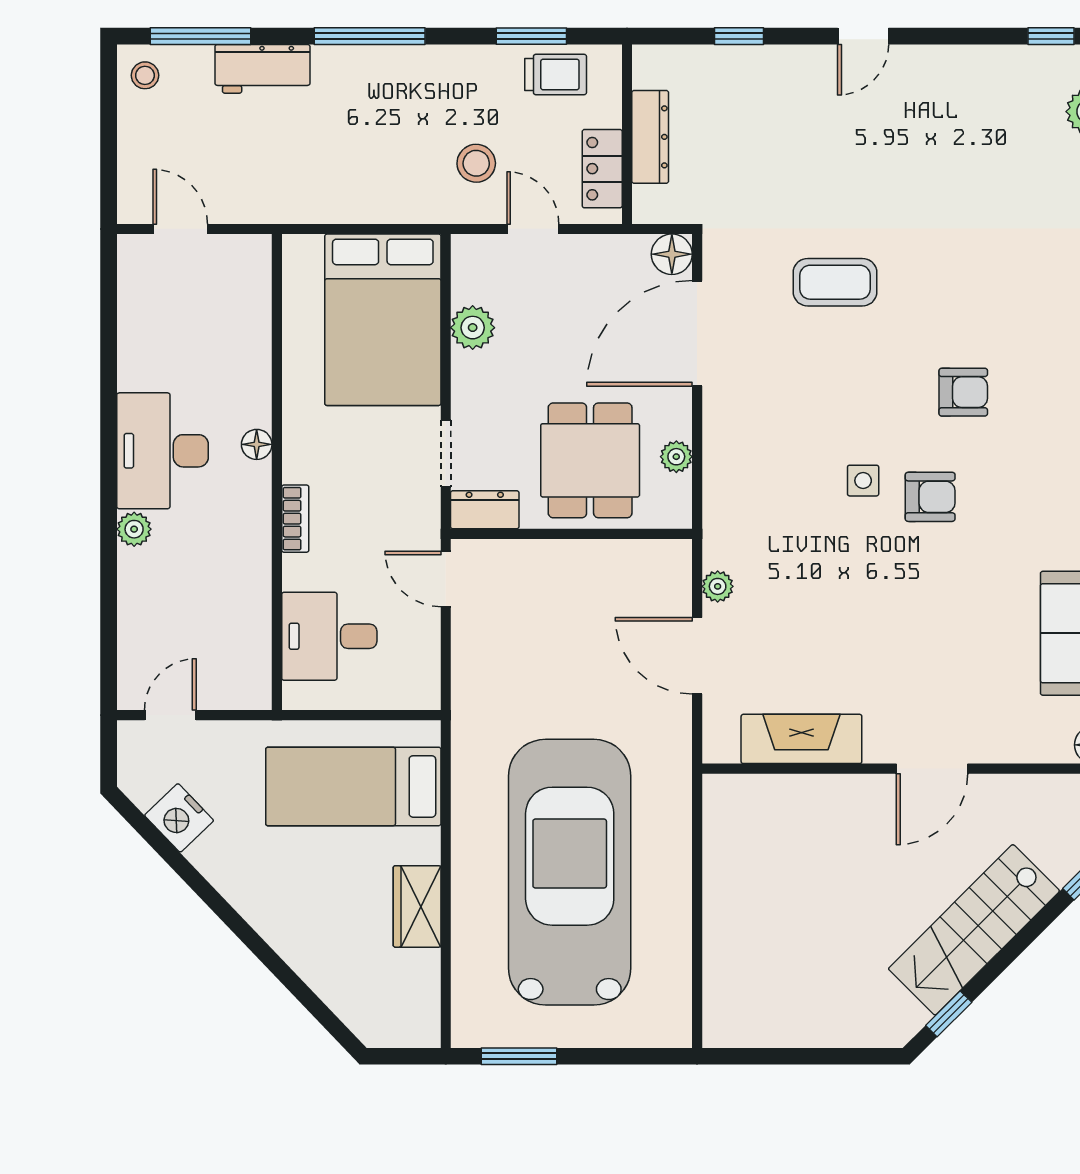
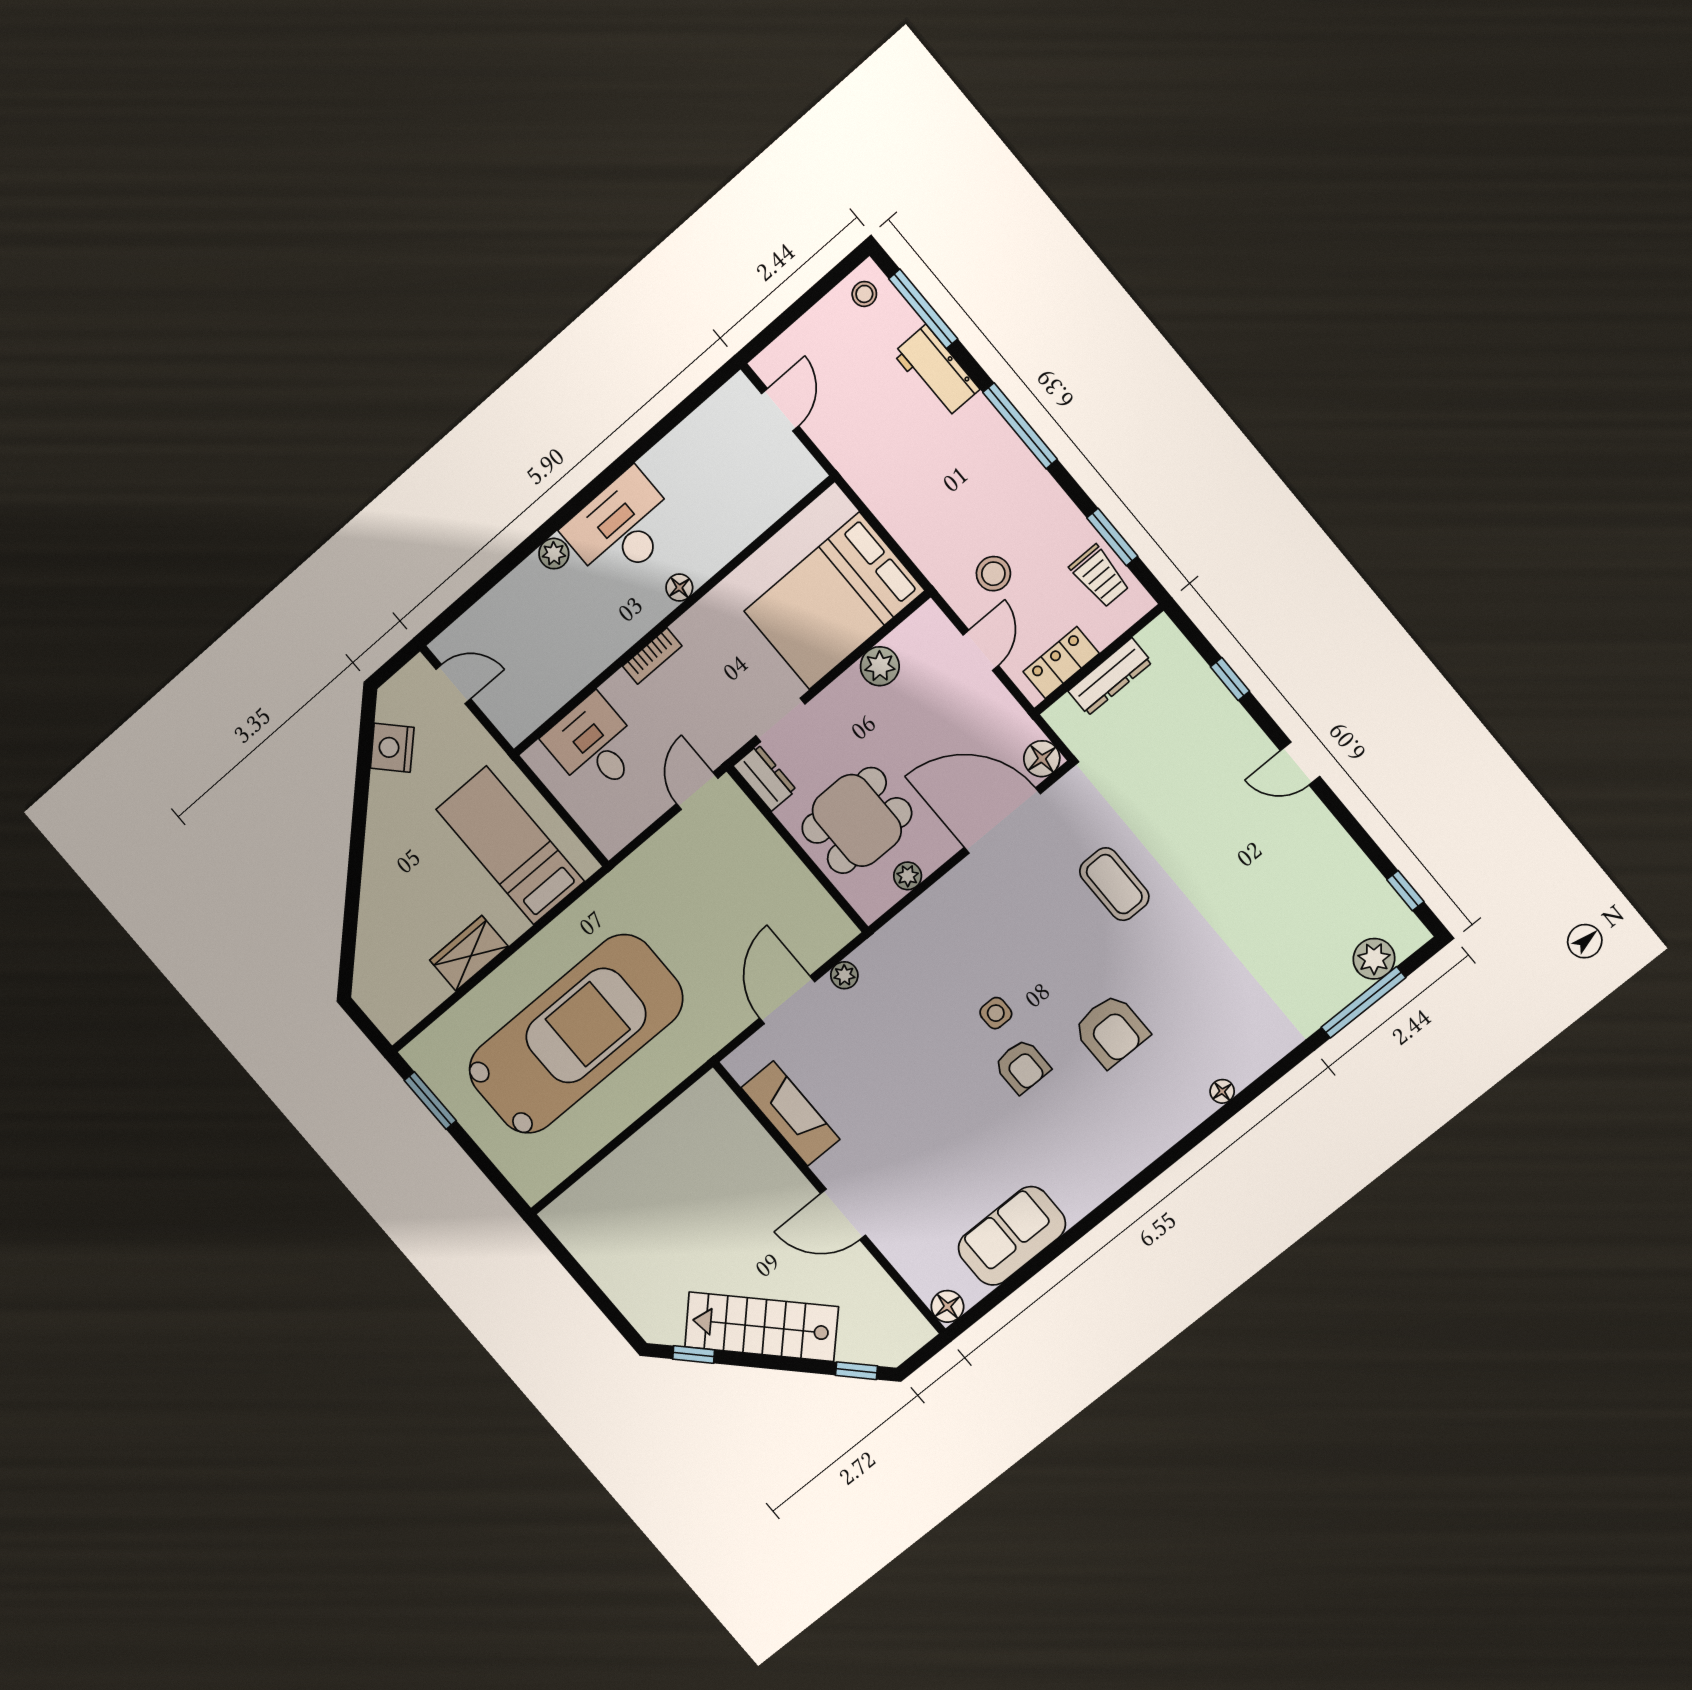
armchair: (963, 392) -> (1111, 1031), width x1.38, depth x1.38

